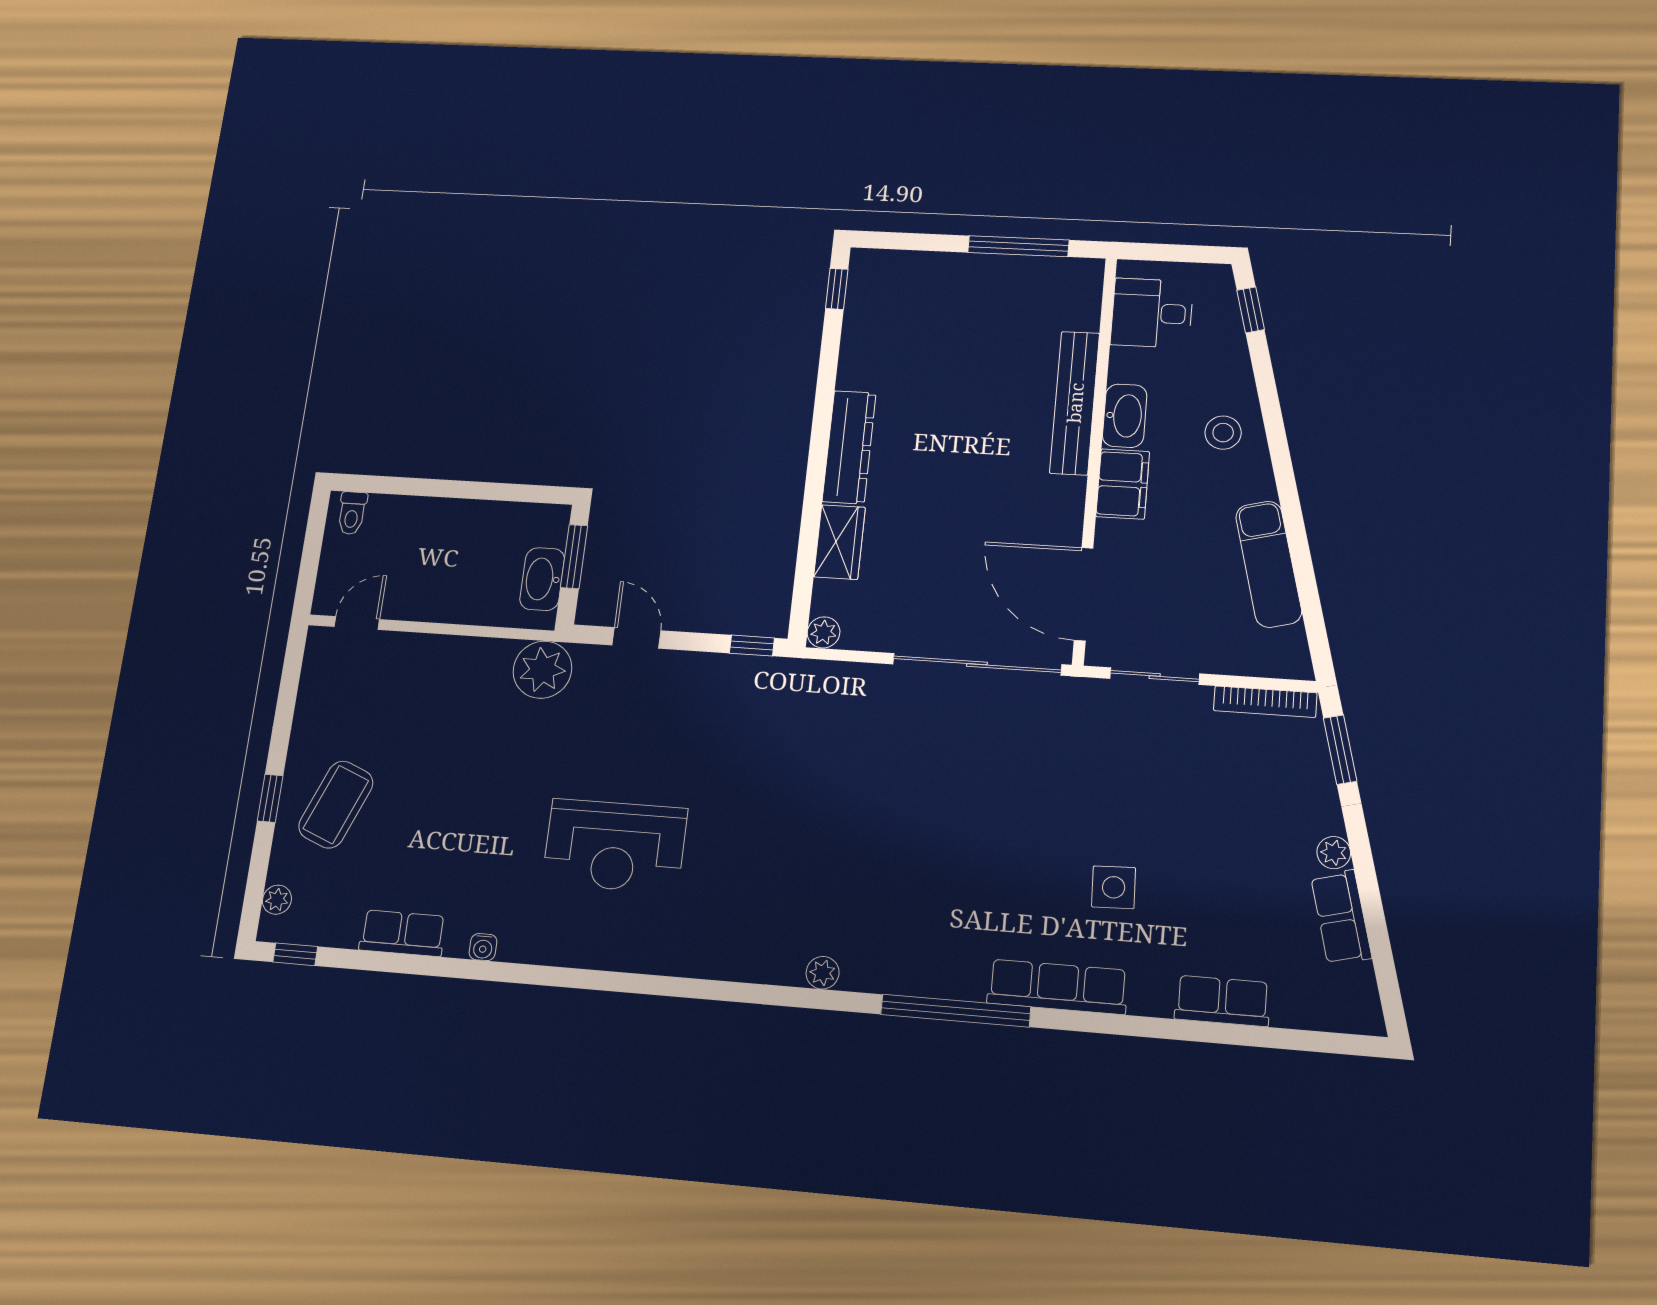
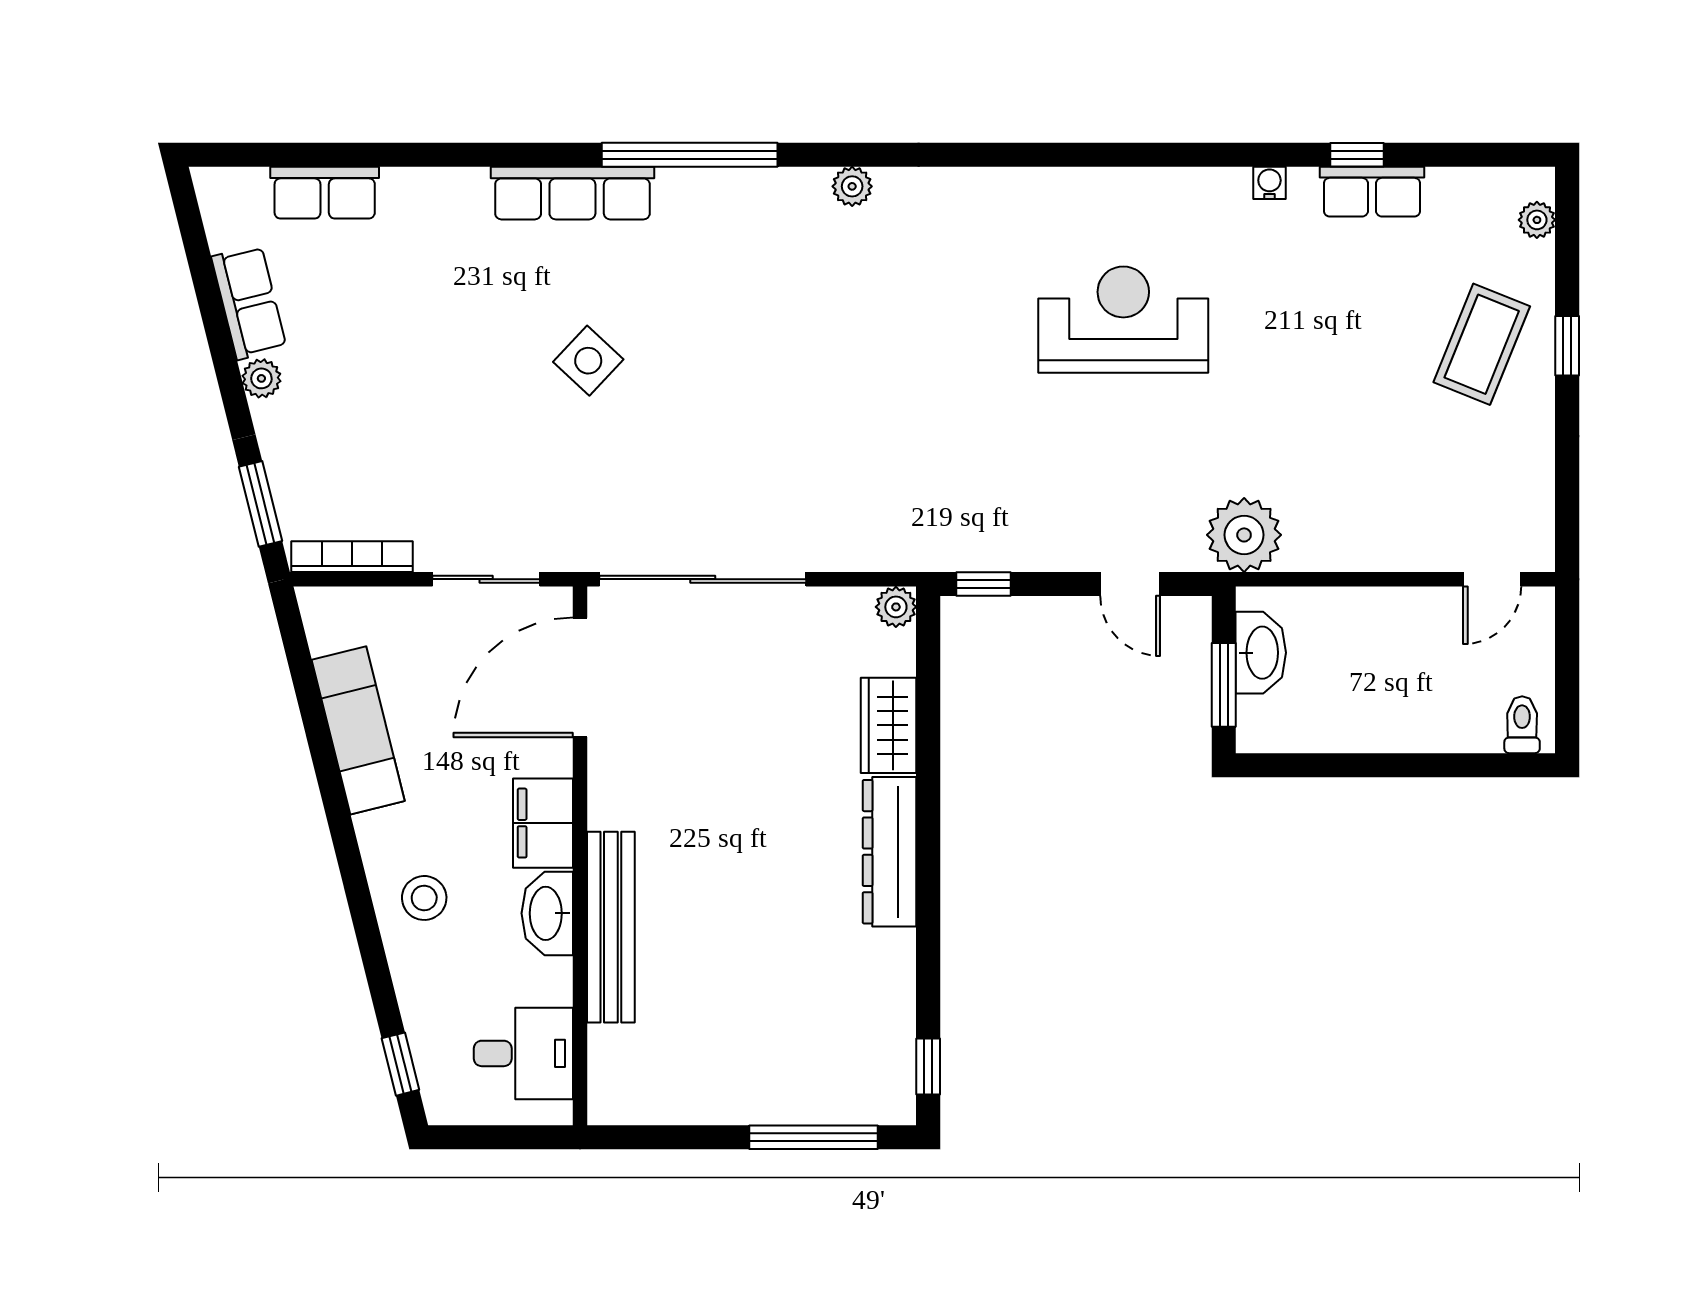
window: (1018, 246) -> (814, 1137), moved
door: (1084, 594) -> (580, 677), swing flipped
side table: (1114, 887) -> (588, 361), moved, turned 45
window: (295, 954) -> (1357, 155), moved
row of seats: (1222, 1001) -> (325, 193), moved

